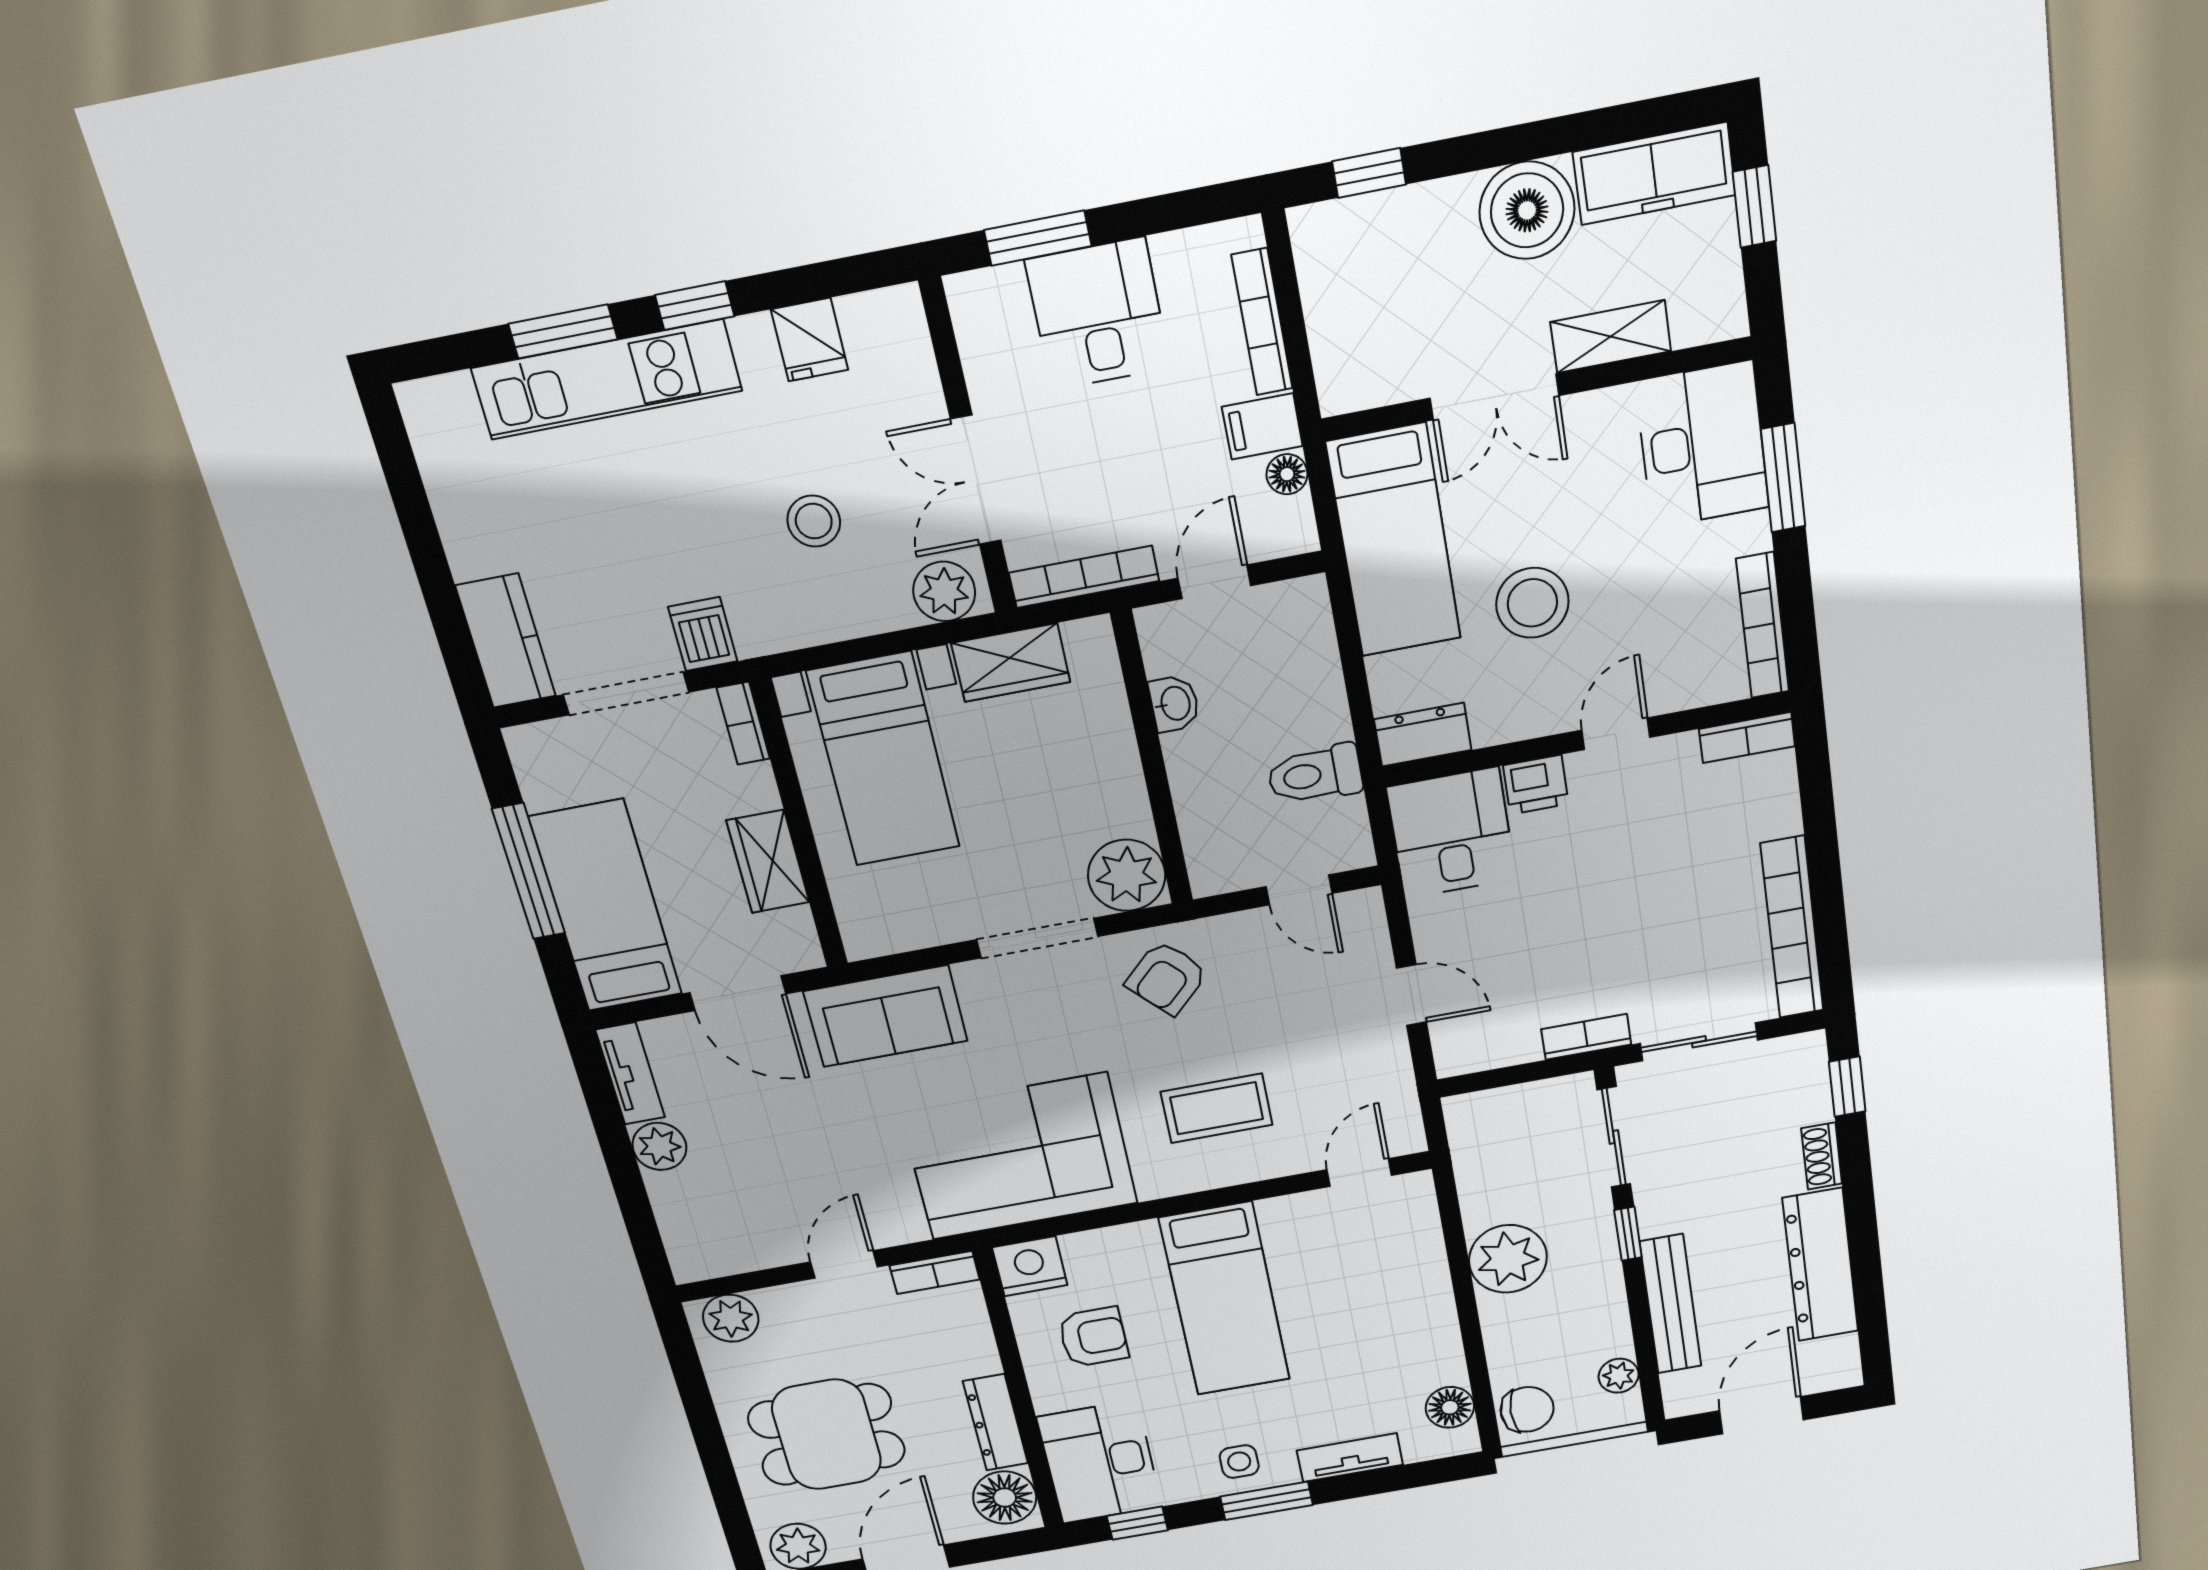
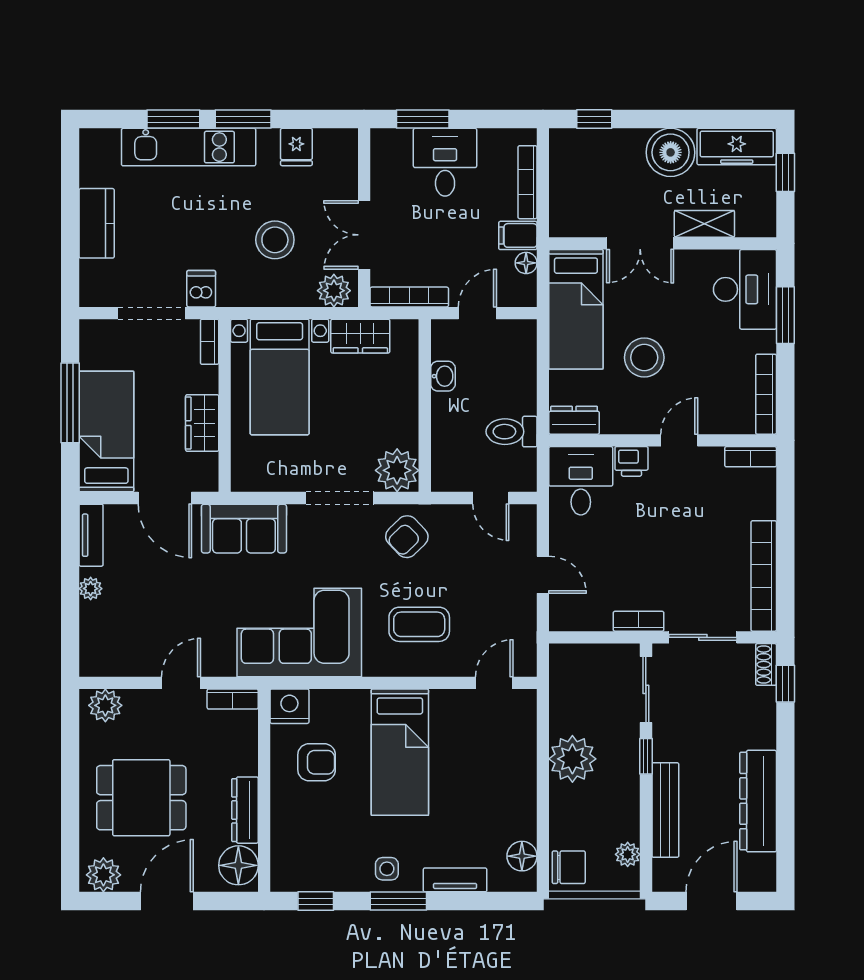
window: (695, 306) -> (243, 119), width x1.50
stool: (814, 521) -> (275, 240), width x1.38, depth x1.38
kitchen counter: (506, 641) -> (97, 223), moved
plant: (659, 1146) -> (91, 589), width x0.73, depth x0.73
shoe rack: (1822, 1156) -> (766, 664), moved
desk: (1100, 1462) -> (302, 852), removed

